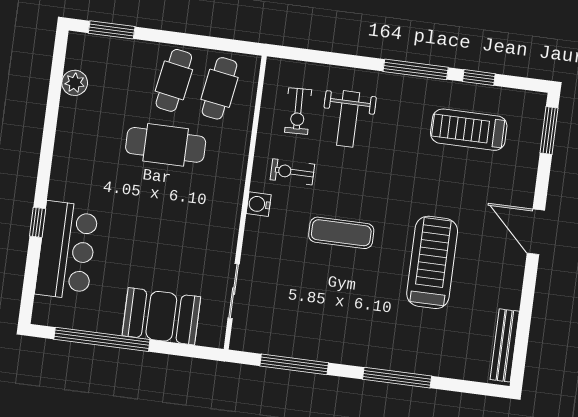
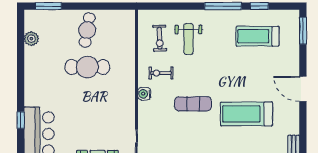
cafe table: (219, 88) -> (114, 31), removed
treadmill: (432, 262) -> (247, 114), turned -90

